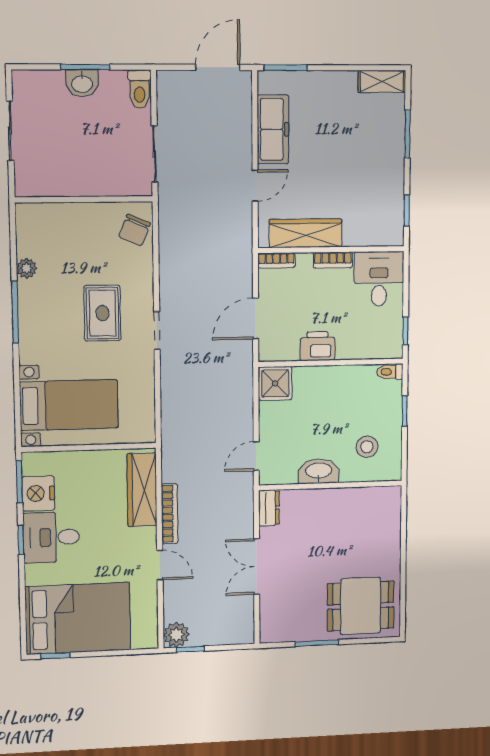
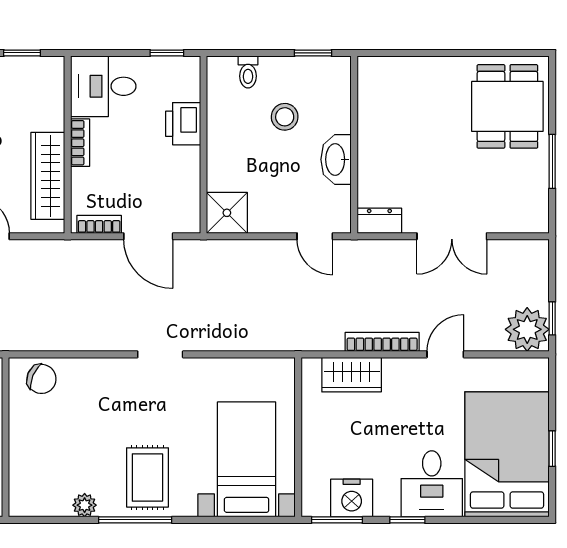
bookcase: (276, 260) -> (99, 224), moved, turned -90
rug: (102, 313) -> (147, 477), moved, turned 90
printer: (318, 346) -> (183, 124), moved
toilet: (390, 372) -> (248, 72), moved
window: (405, 411) -> (313, 53), moved
stool: (367, 447) -> (285, 117), moved
wardrobe: (142, 490) -> (352, 375), width x0.67
desk: (51, 537) -> (432, 484), moved
plant: (176, 635) -> (527, 329), width x1.36, depth x1.36
window: (56, 656) -> (552, 449), moved

